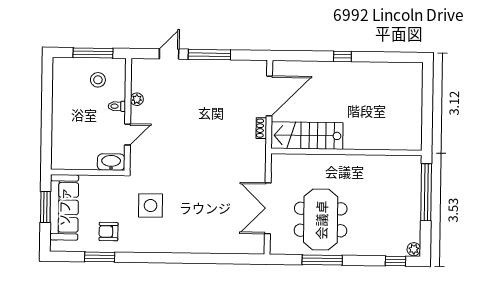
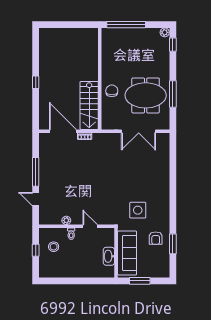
window: (93, 53) -> (36, 250), width x0.46
washbasin: (111, 162) -> (109, 256), moved
chair: (328, 169) -> (112, 91), added
sofa: (64, 207) -> (127, 253), moved, turned 90

